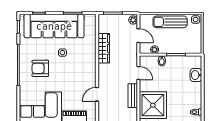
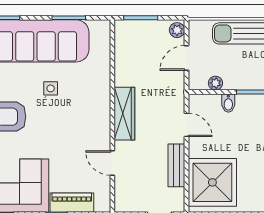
door: (138, 36) -> (186, 58), swing flipped
wardrobe: (104, 48) -> (124, 114), moved
door: (97, 94) -> (112, 163), hinge flipped

